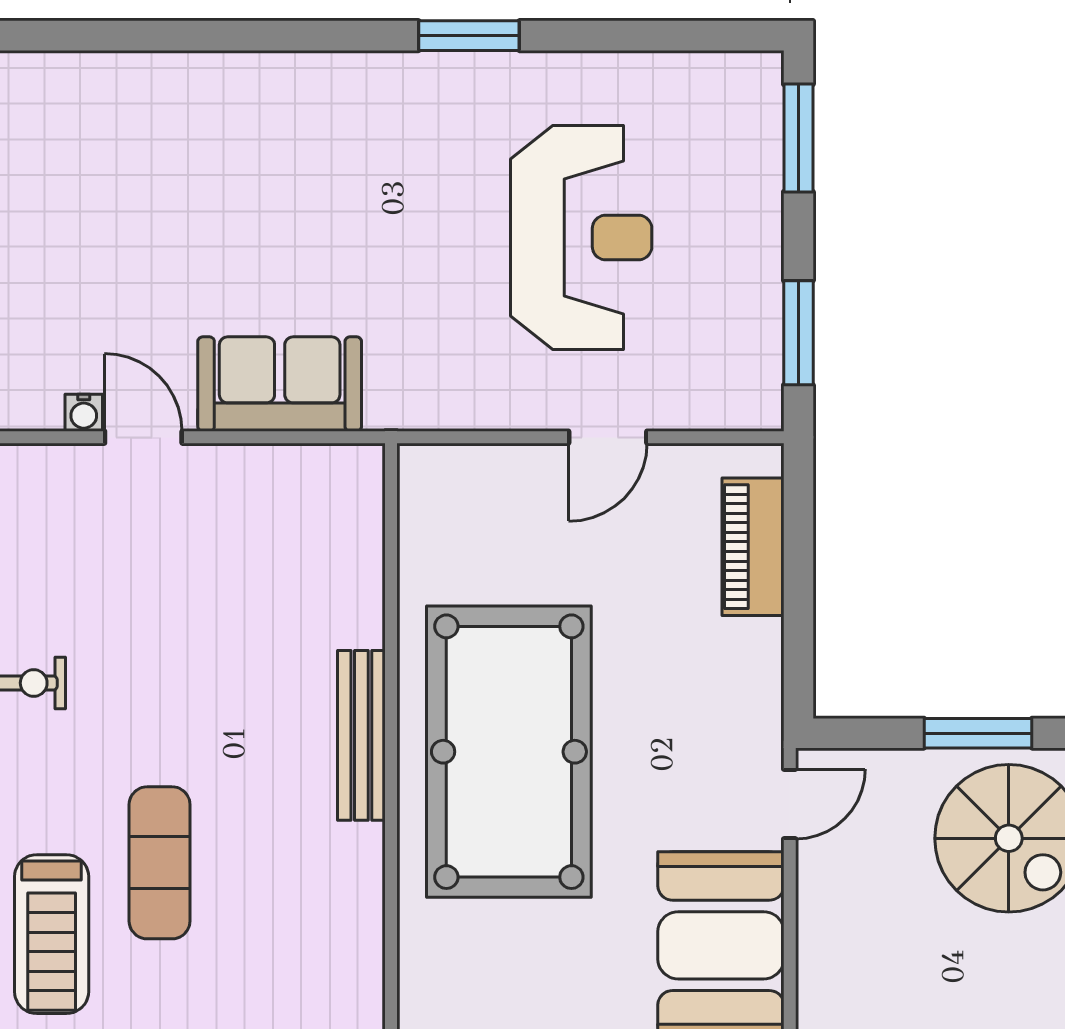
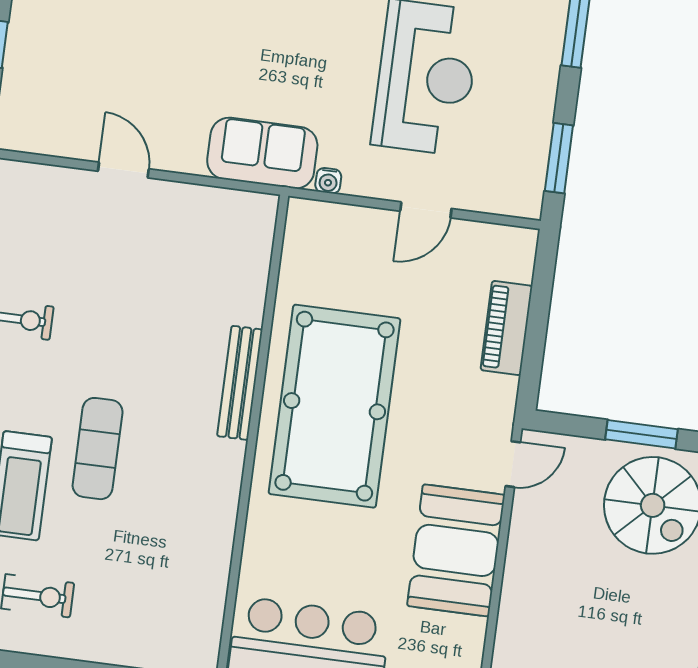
sofa: (280, 384) -> (262, 153), moved
water cooler: (84, 413) -> (328, 181), moved
piano: (753, 547) -> (506, 328), moved

